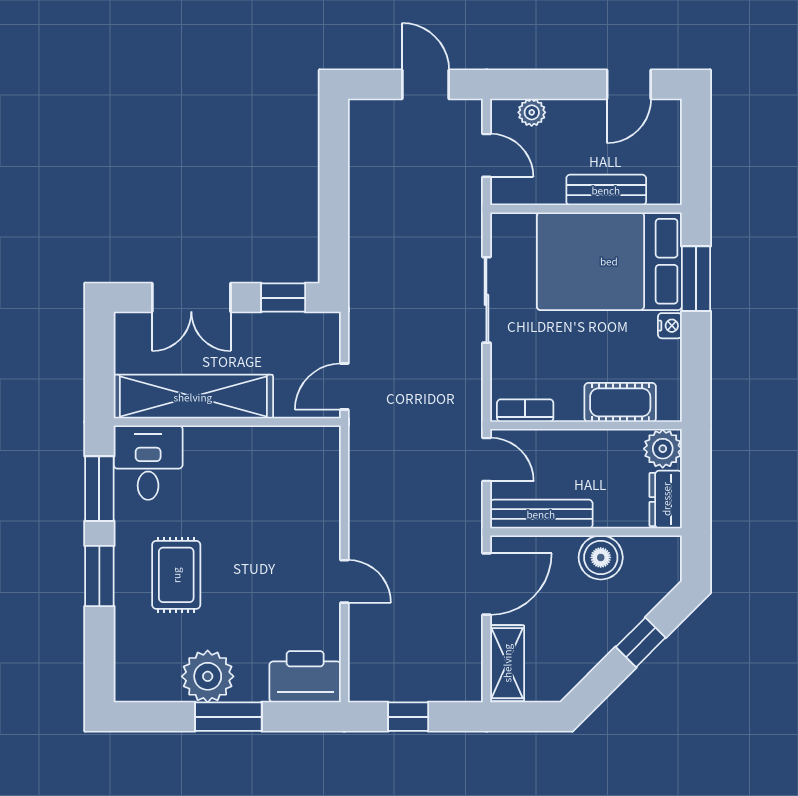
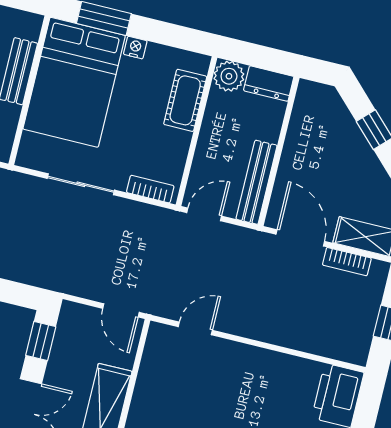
bookcase: (525, 411) -> (150, 189), moved, turned 90
boiler: (601, 557) -> (301, 145), removed
door: (344, 581) -> (195, 328), moved
bookcase: (471, 648) -> (347, 262), added

